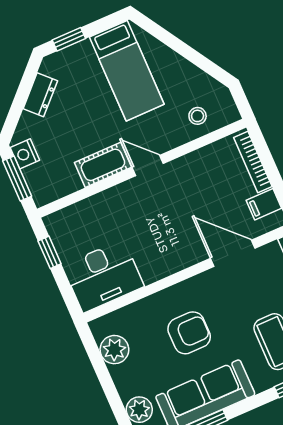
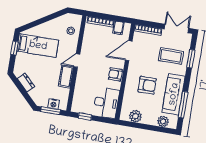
window: (69, 39) -> (14, 48), moved
nightstand: (25, 154) -> (54, 104), moved
armchair: (170, 257) -> (115, 74), added
armchair: (189, 333) -> (147, 85), turned 90

